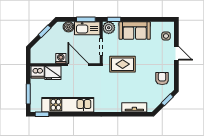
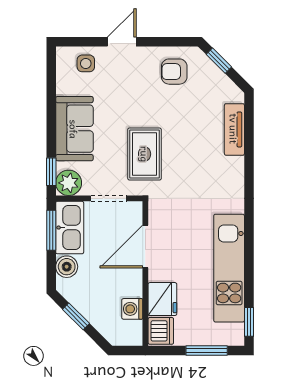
washing machine: (61, 58) -> (132, 309), moved

